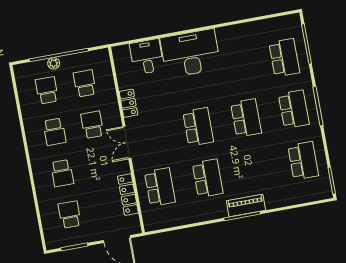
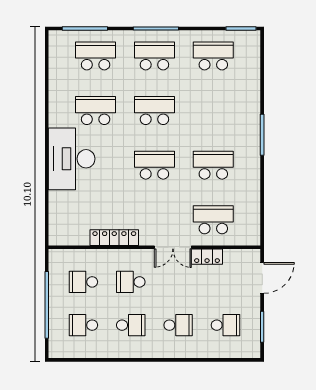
desk: (147, 57) -> (67, 208), removed
plant: (54, 63) -> (55, 312), removed
school desk: (237, 66) -> (96, 111), added
locker: (128, 103) -> (114, 238), width x1.53
double door: (127, 143) -> (173, 247), moved
locker: (128, 195) -> (207, 257), width x0.66
piano: (246, 205) -> (251, 128), removed
school desk: (70, 215) -> (225, 325), turned 180

